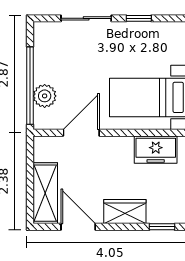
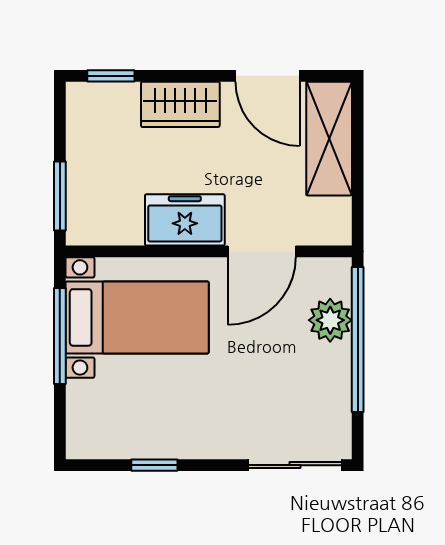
sliding door: (86, 18) -> (295, 465), moved
freezer: (156, 150) -> (185, 220), moved

